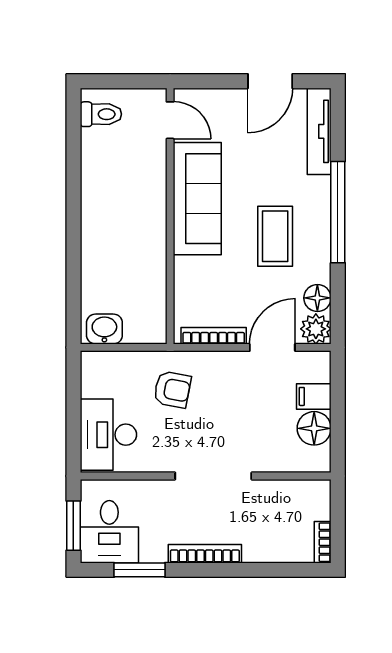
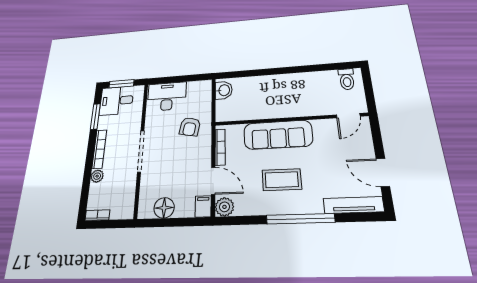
sofa: (197, 199) -> (278, 135), moved
floor lamp: (317, 298) -> (244, 207), removed
filing cabinet: (314, 396) -> (203, 206), moved
plant: (255, 552) -> (97, 176), added

